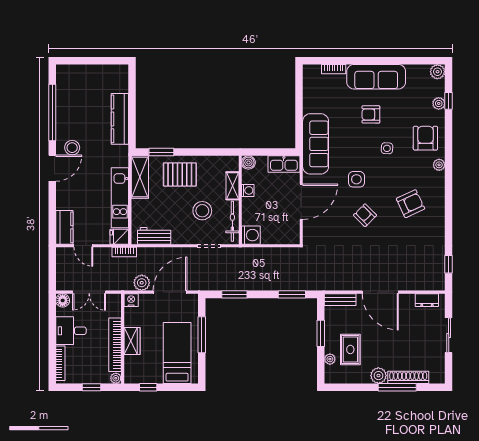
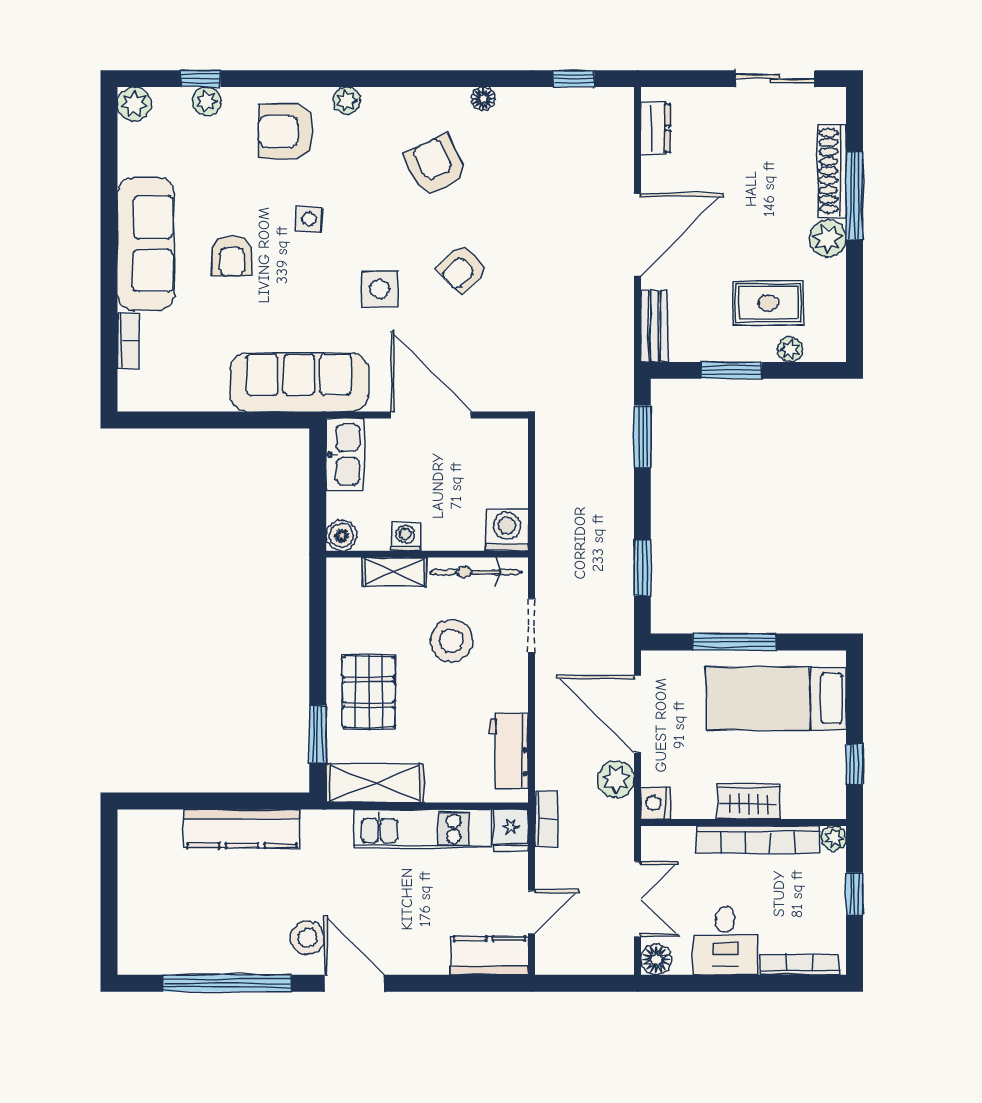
floor lamp: (440, 225) -> (483, 99), added
sliding door: (449, 335) -> (775, 79), moved

